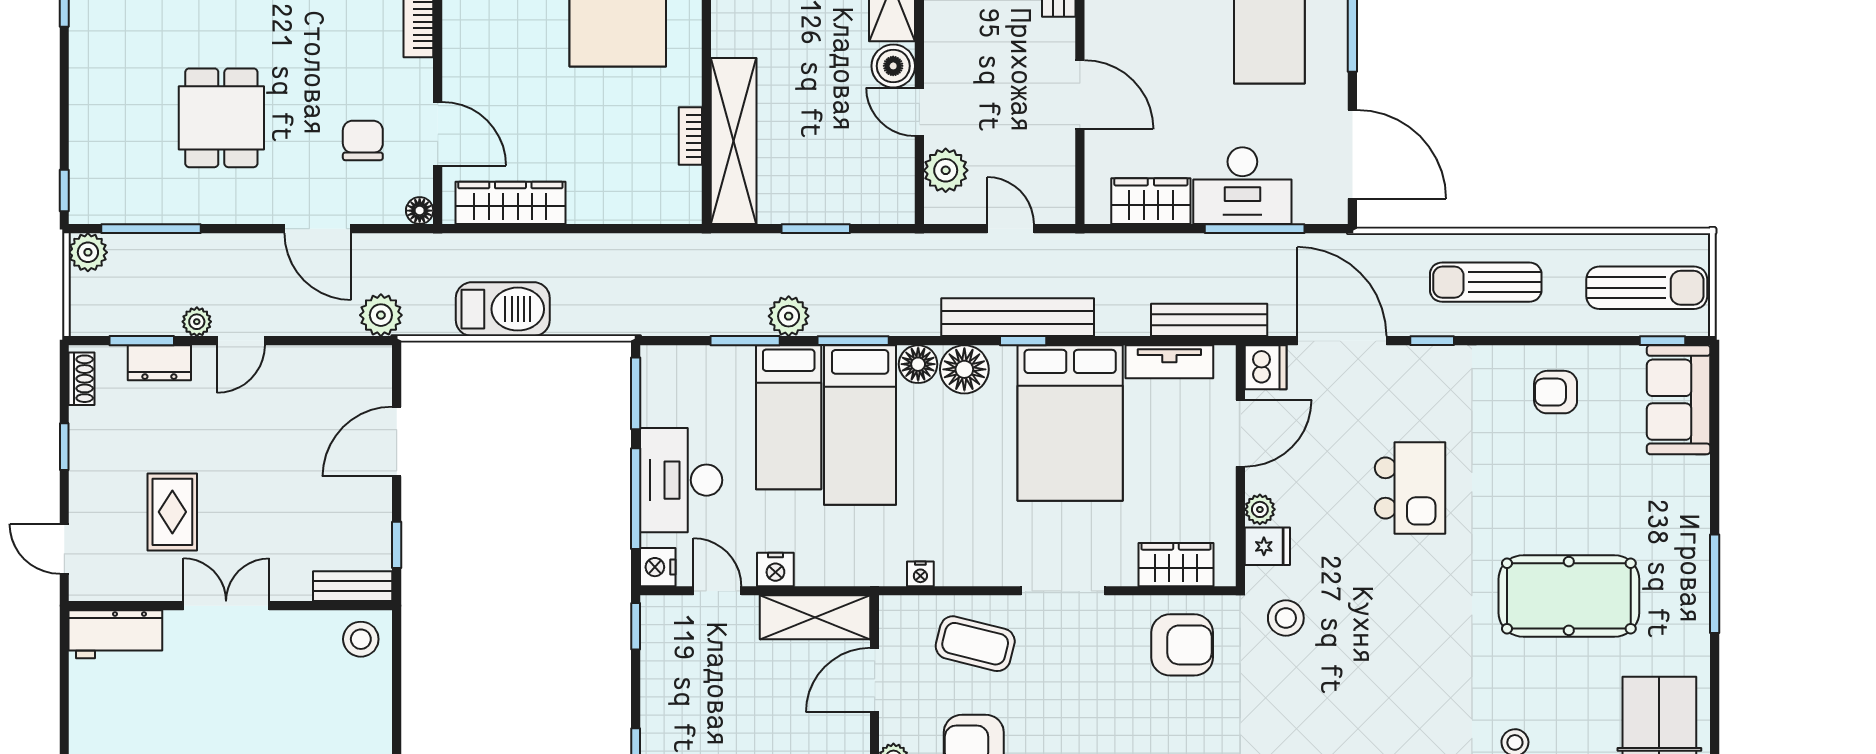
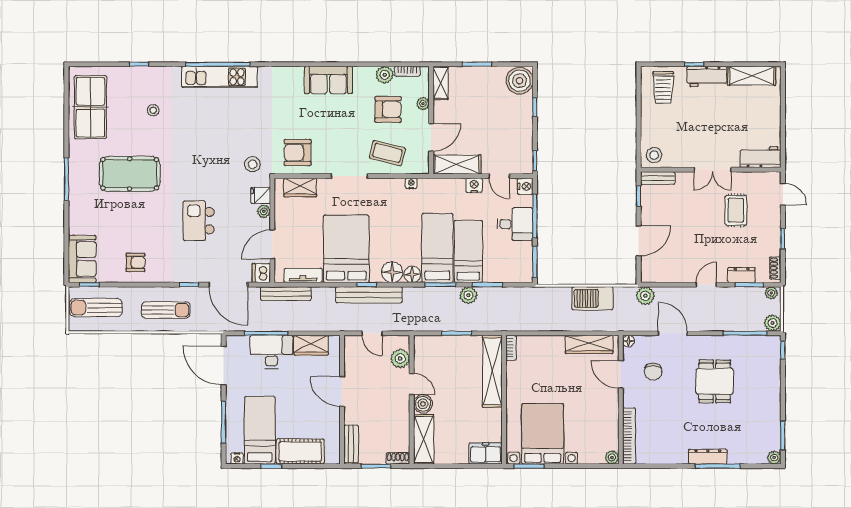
bookcase: (690, 136) -> (511, 348), moved
plant: (197, 322) -> (771, 293), moved
desk: (681, 480) -> (515, 224), width x0.73

